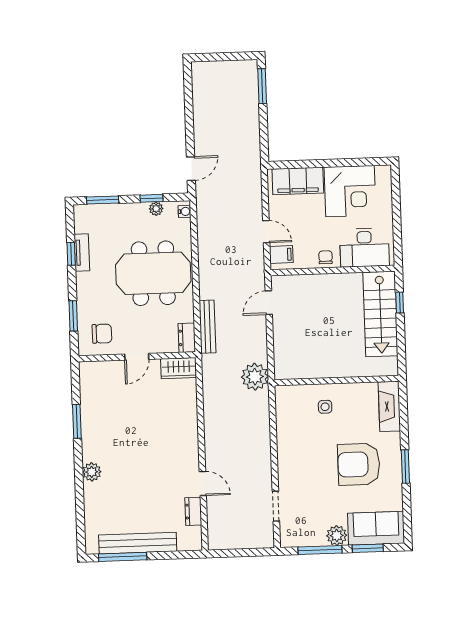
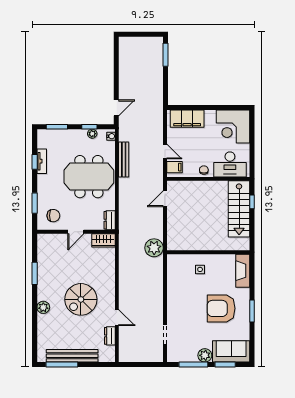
corner desk: (350, 191) -> (233, 127), moved, turned 90
bench: (207, 327) -> (124, 160), moved
spiral stairs: (148, 458) -> (81, 299), added

